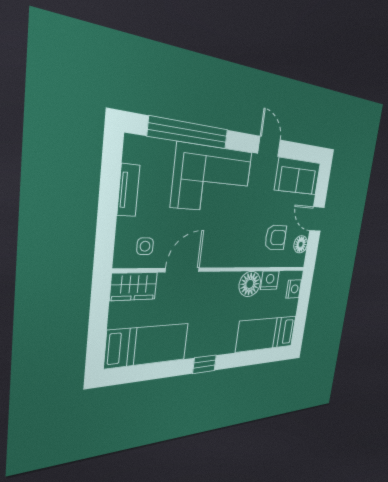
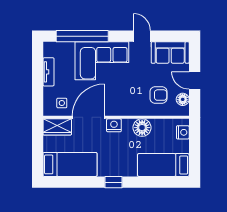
door: (182, 270) -> (88, 117), width x1.36
nightstand: (270, 280) -> (114, 125), moved

